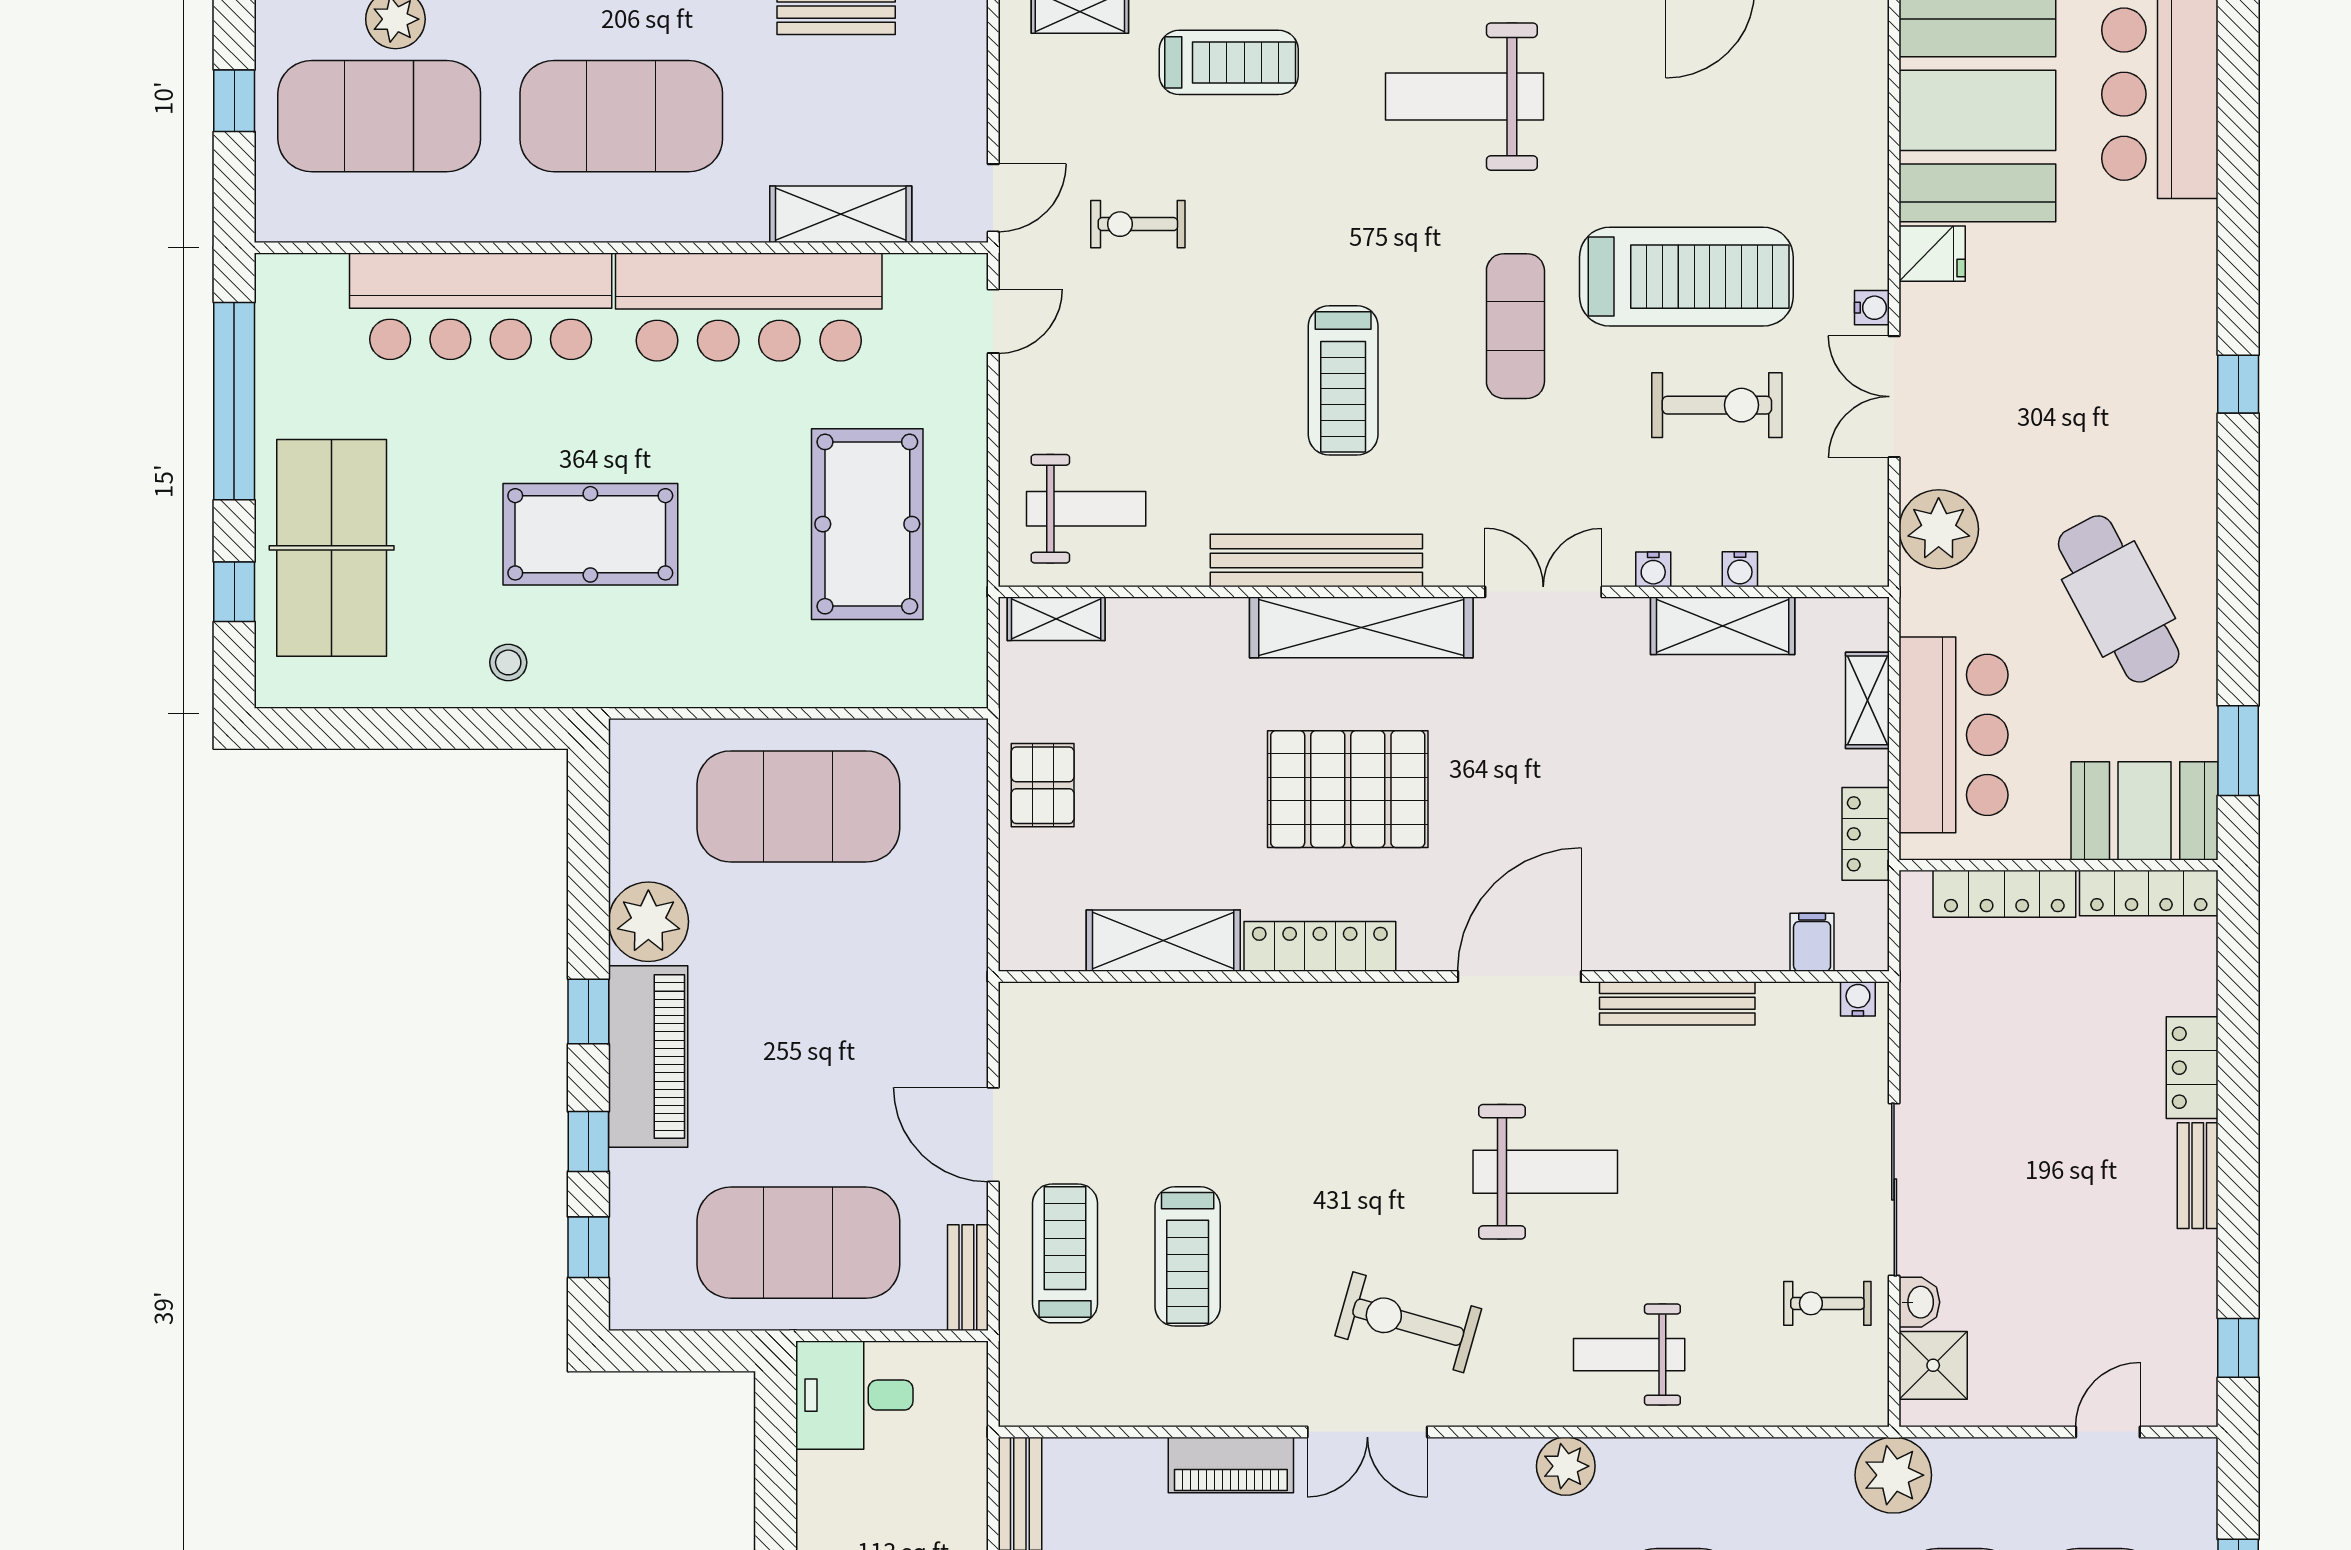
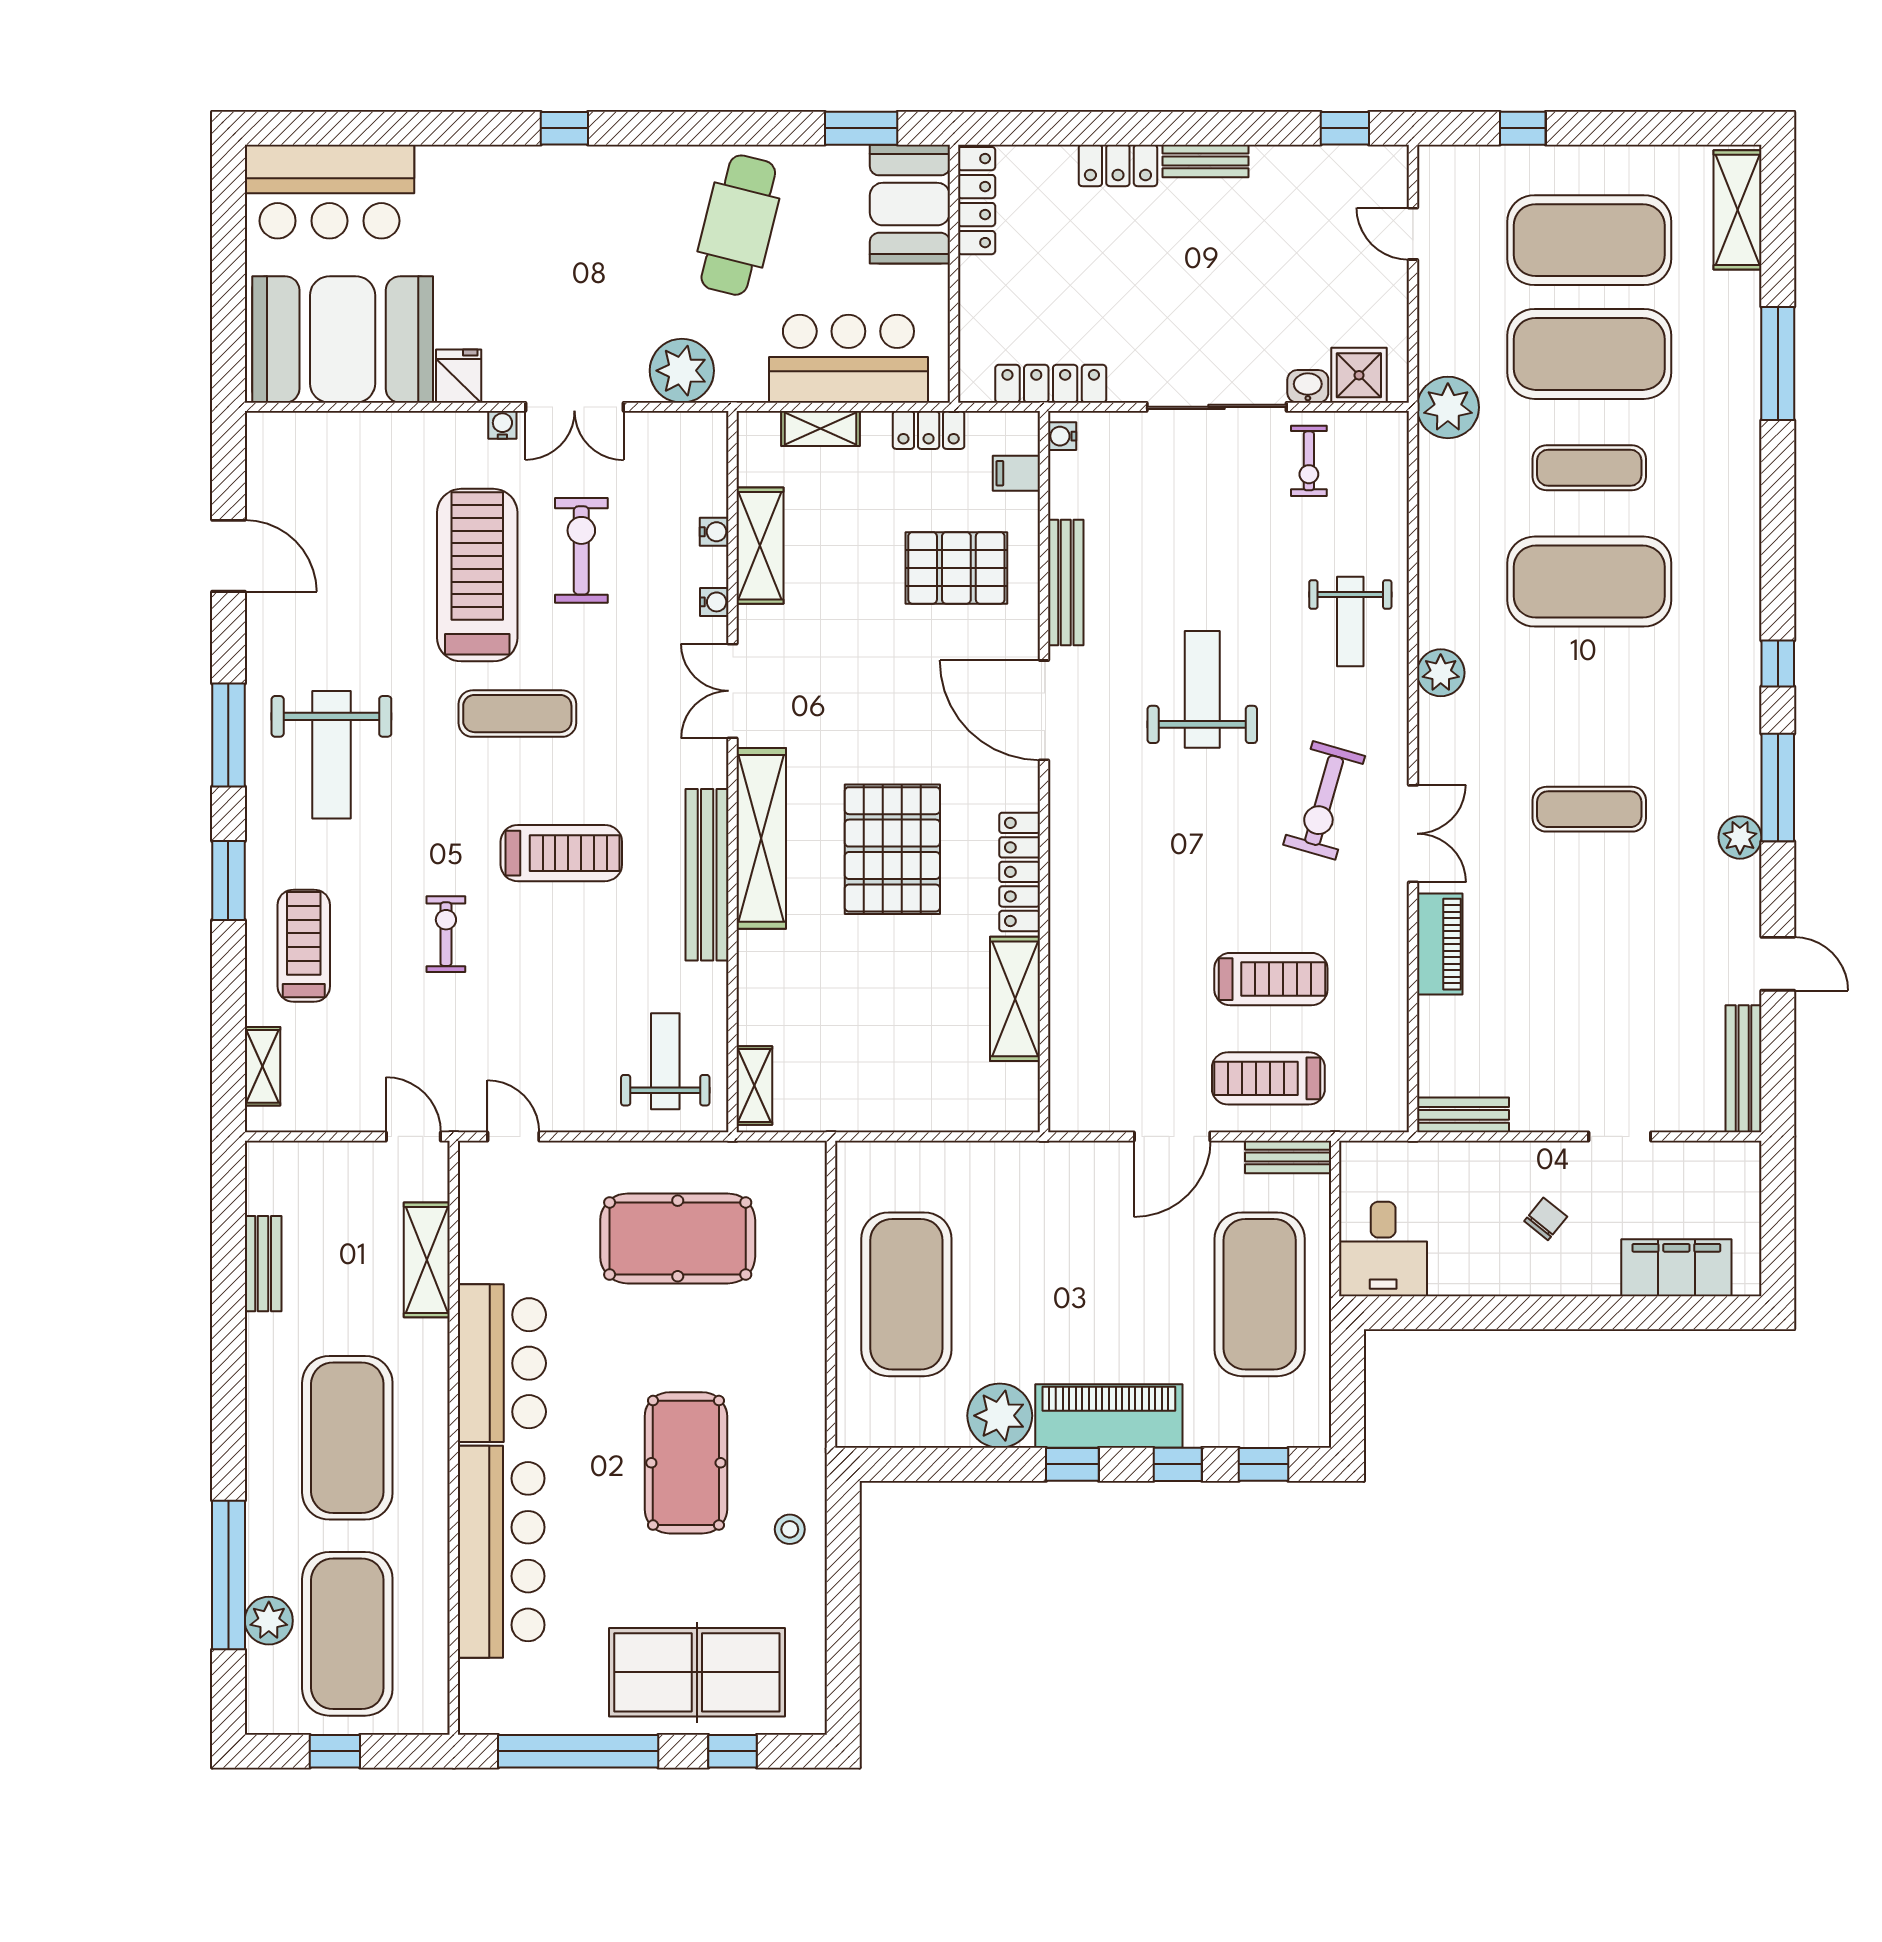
exercise bike: (1138, 224) -> (446, 934), moved, turned 180
bar counter: (749, 307) -> (502, 1363), width x0.73
cafe table: (2119, 599) -> (738, 225), turned -48
pallet: (1043, 785) -> (956, 568), moved, width x1.50, depth x1.42
locker: (2004, 894) -> (1051, 384), moved, turned -90

